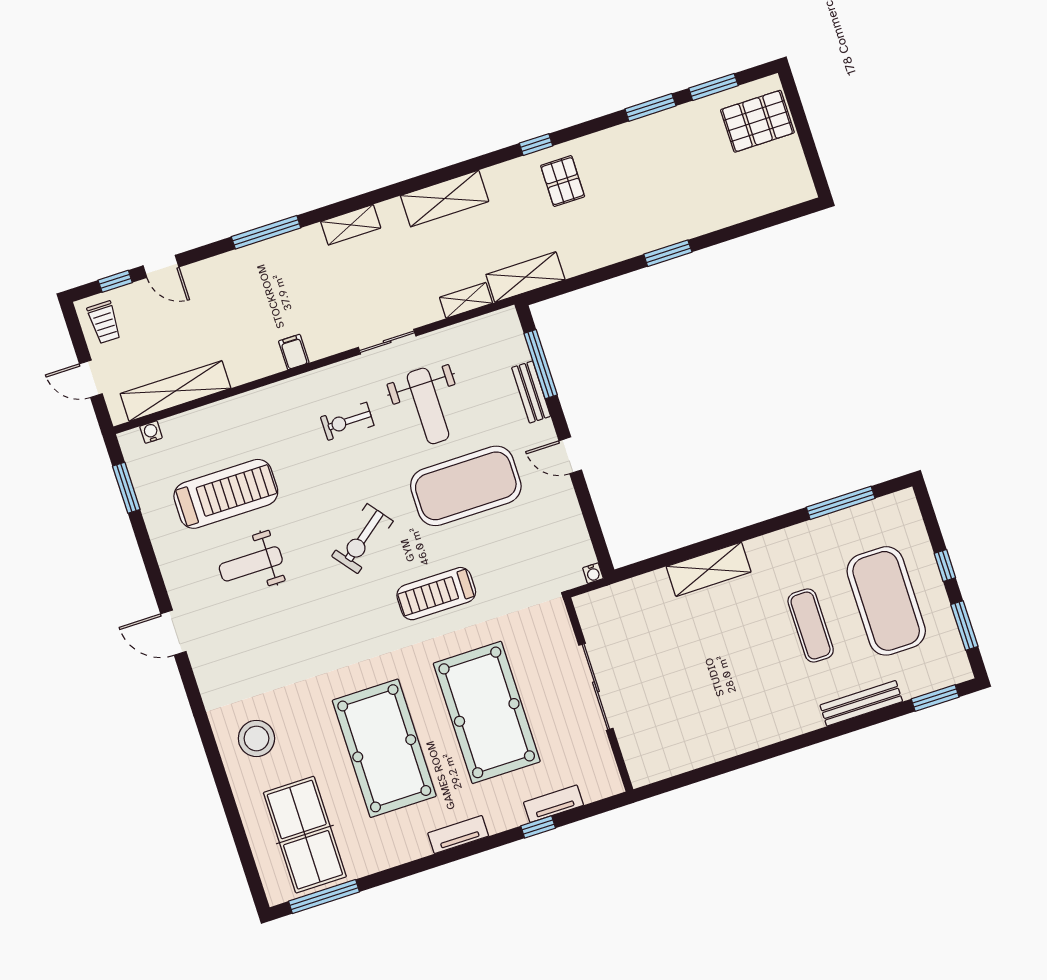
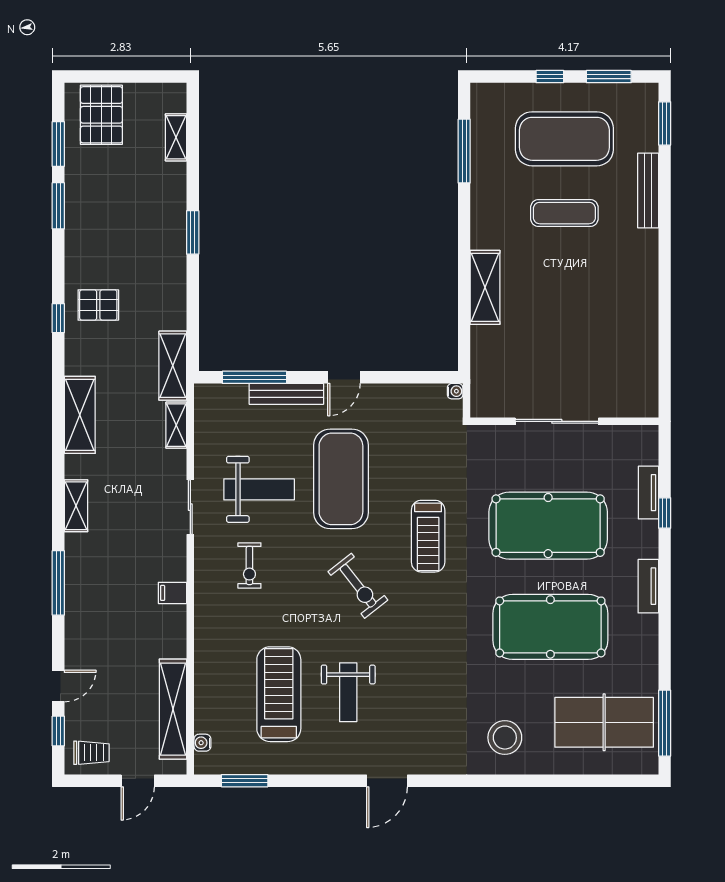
shelving: (759, 205) -> (176, 137), added
bench: (531, 392) -> (286, 394), width x1.36

